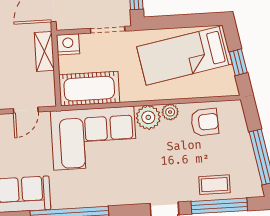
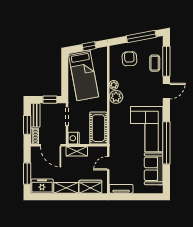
door: (26, 110) -> (108, 163), swing flipped
armchair: (205, 122) -> (129, 59), moved
corner sofa: (94, 138) -> (147, 129), moved, turned 180

